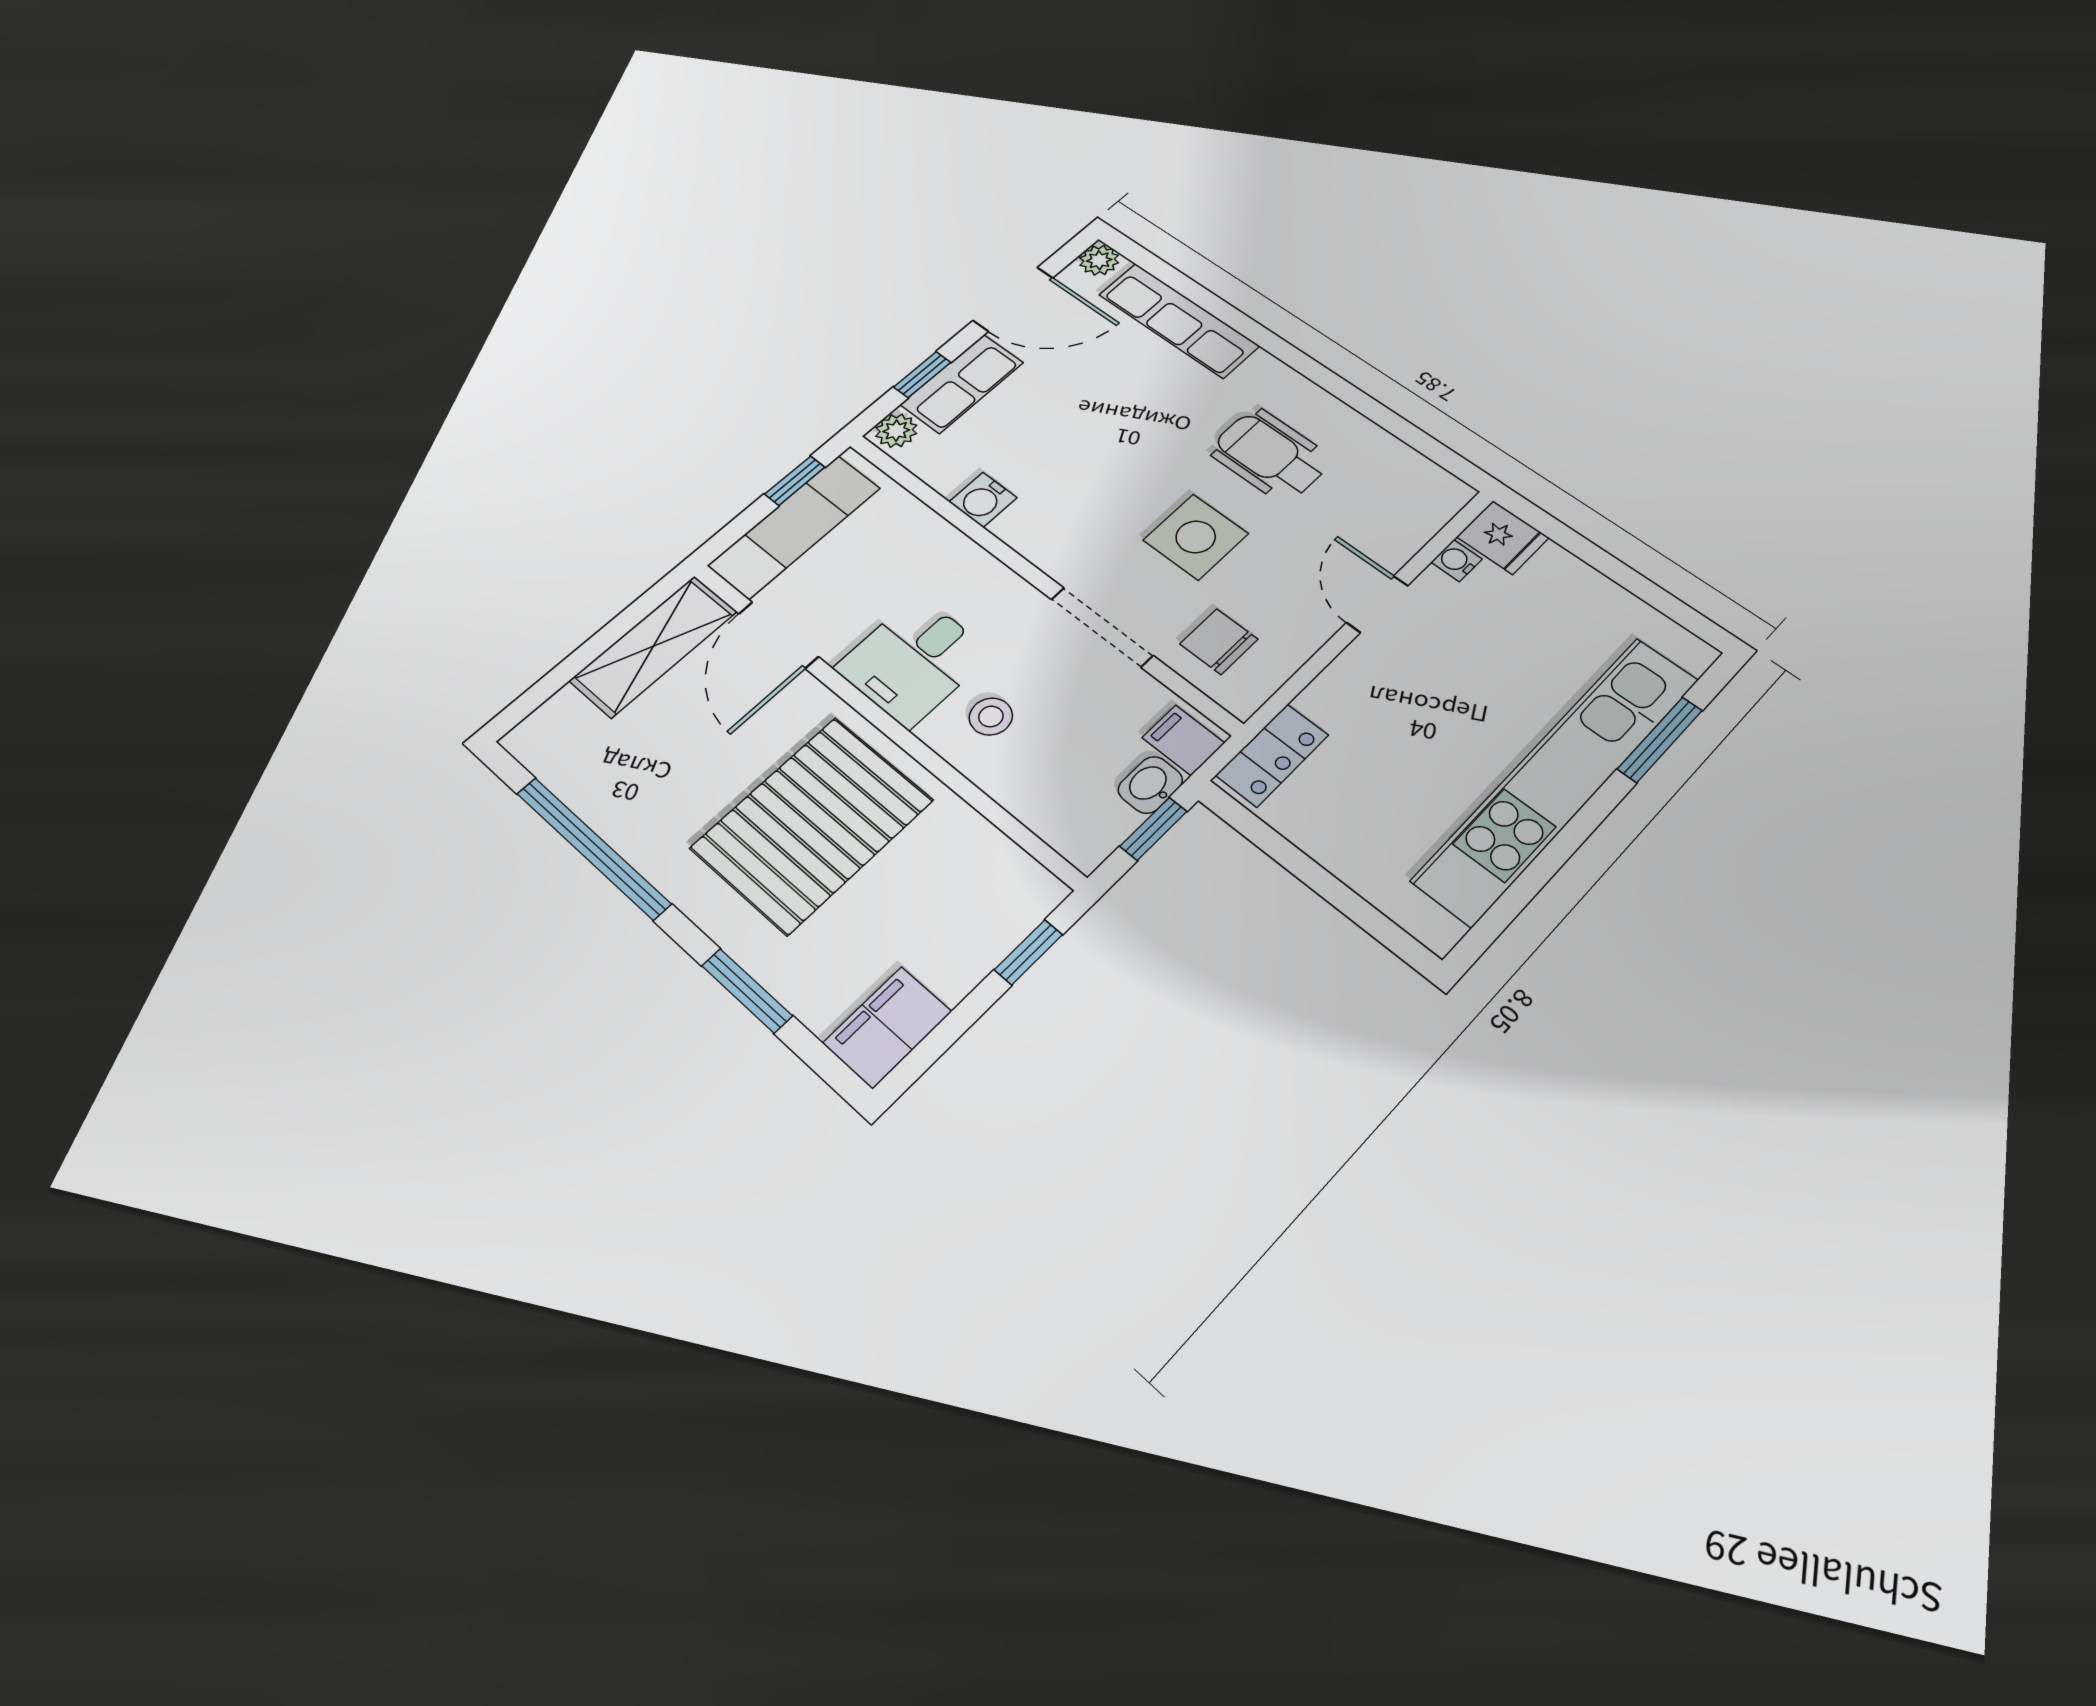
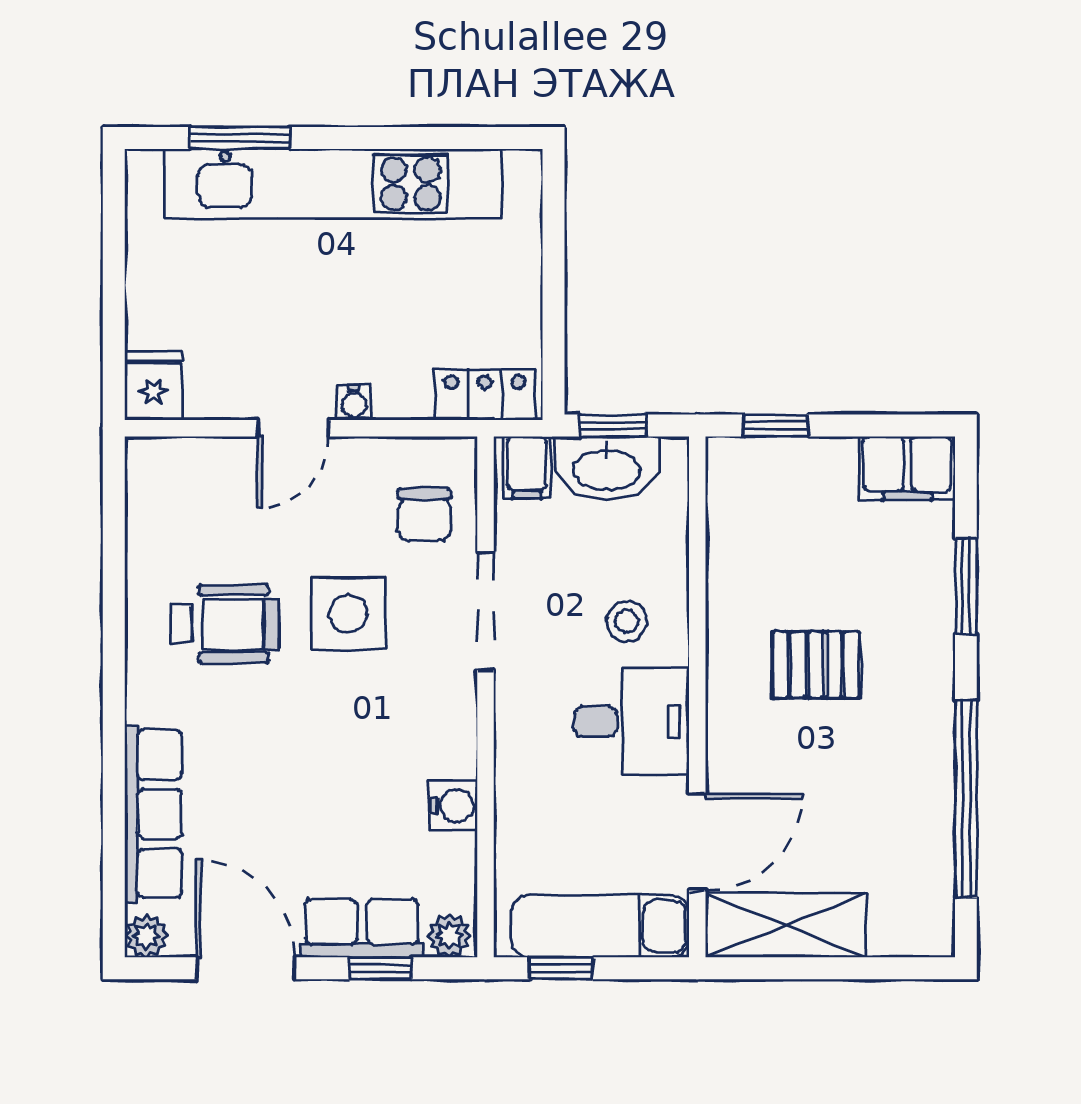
wheelchair: (1270, 455) -> (225, 624), turned -90
water cooler: (1457, 561) -> (354, 403), moved
washbasin: (1150, 785) -> (607, 468), width x1.91, depth x1.45
pallet: (812, 824) -> (816, 665), width x0.49, depth x0.50

